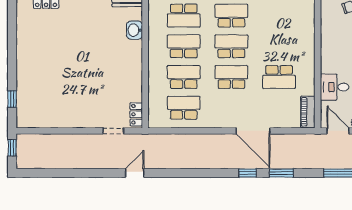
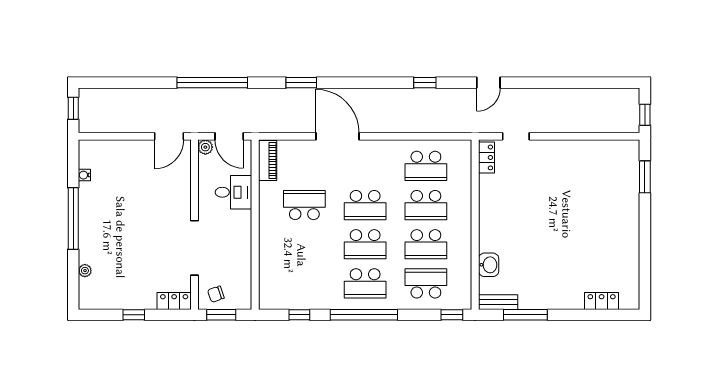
window: (12, 99) -> (645, 177), width x1.50
window: (248, 173) -> (425, 83), moved

